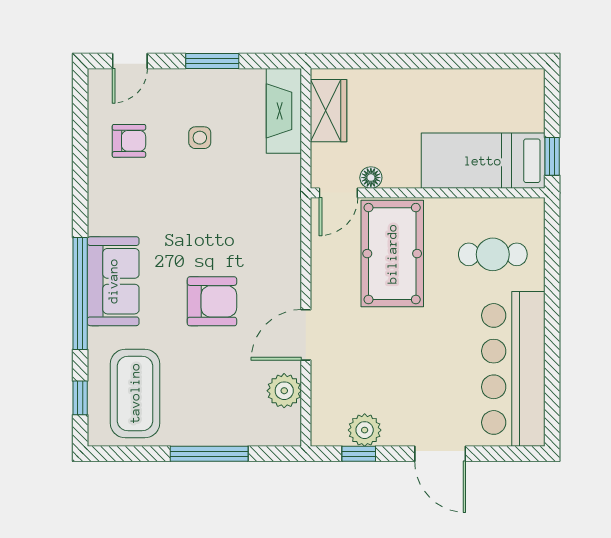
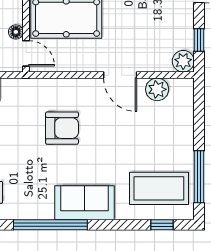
window: (80, 294) -> (50, 225), moved
armchair: (212, 301) -> (62, 128), moved, turned 90
plant: (365, 430) -> (183, 61), moved
window: (209, 454) -> (199, 177), moved

